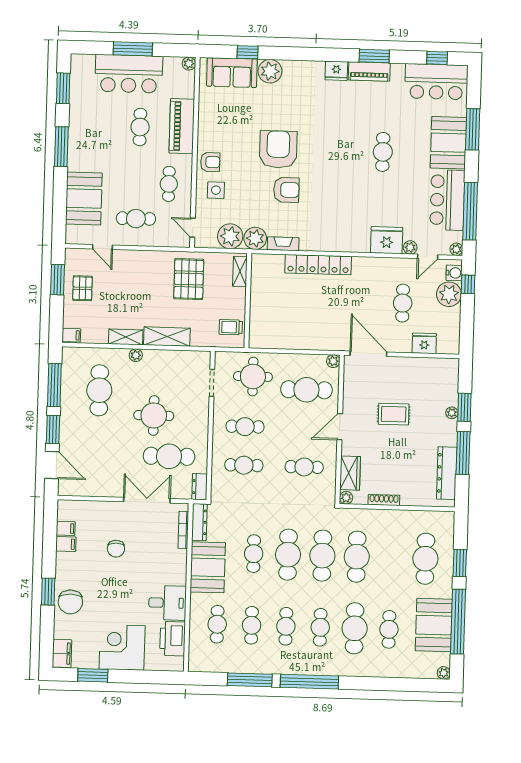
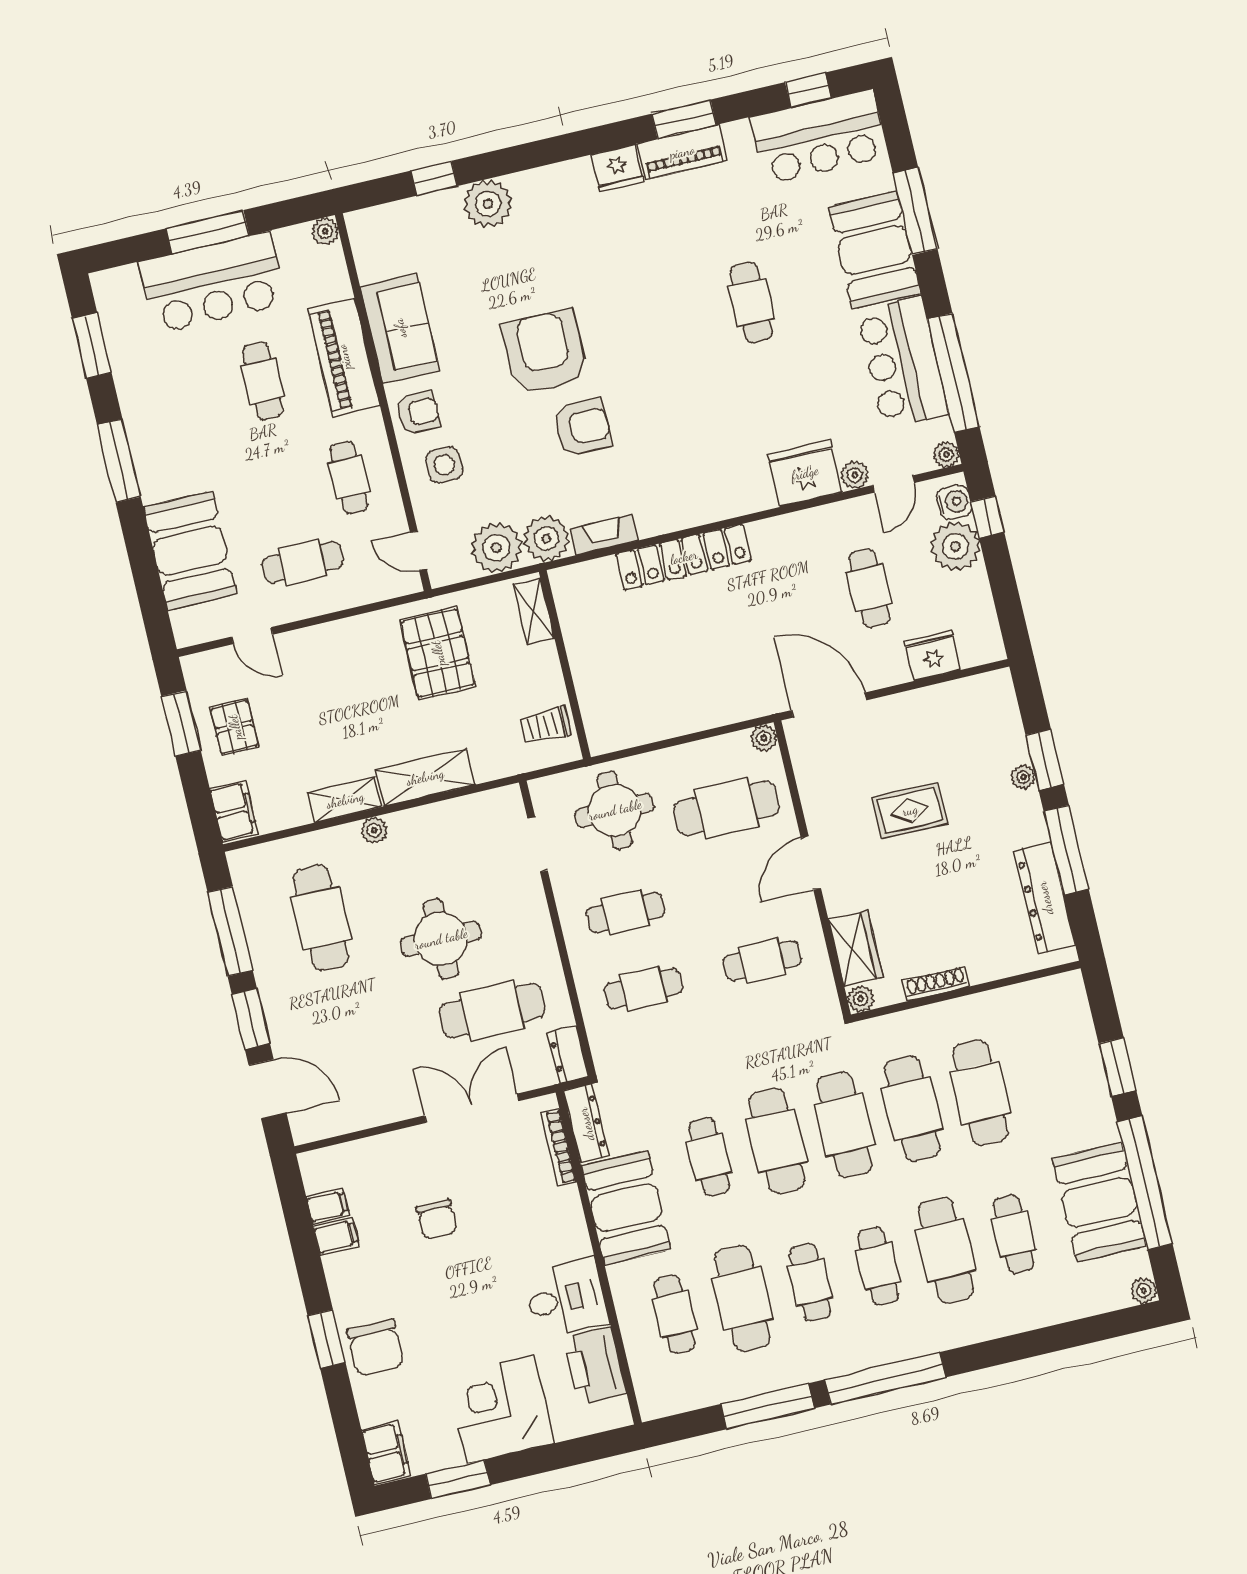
sofa: (232, 73) -> (400, 328), moved, turned -90
filing cabinet: (71, 335) -> (234, 811), width x2.00
cafe table: (425, 559) -> (980, 1093), moved
cafe table: (252, 625) -> (742, 1298), width x1.37, depth x1.35

